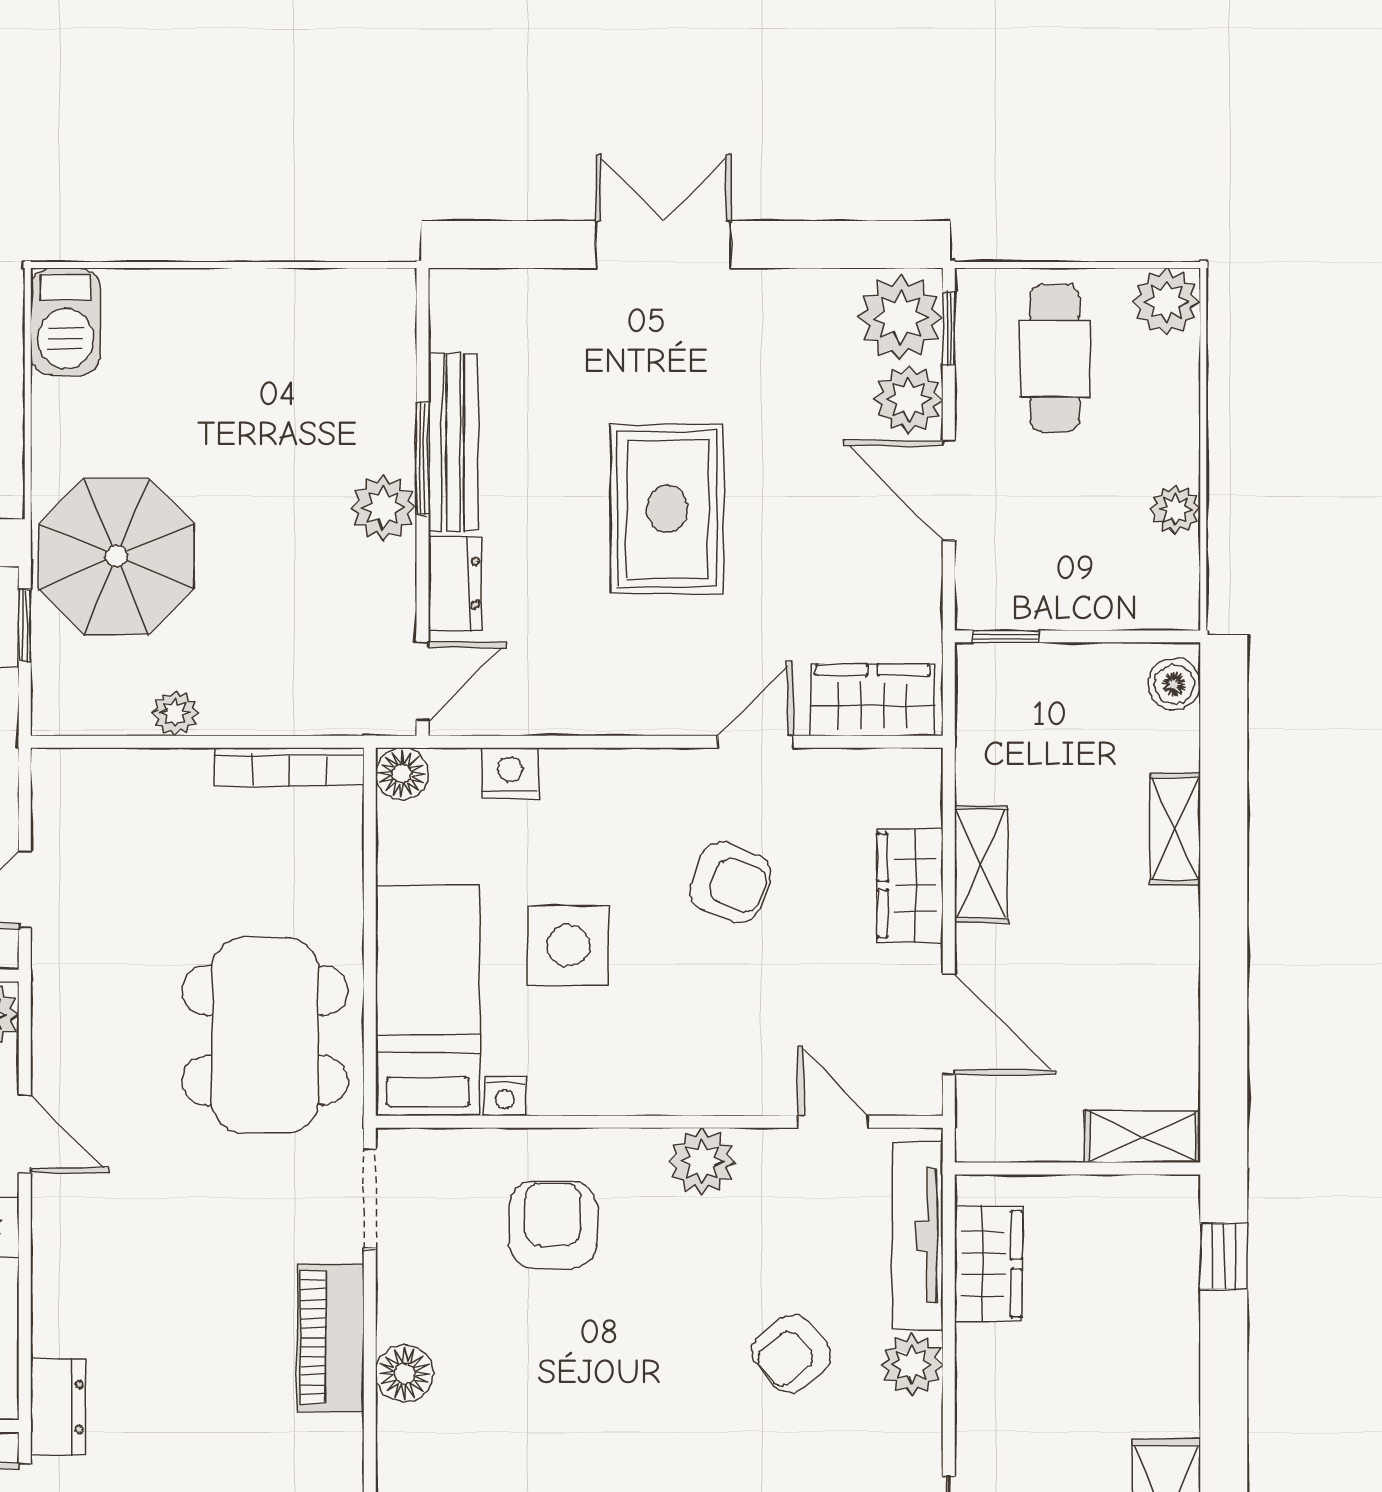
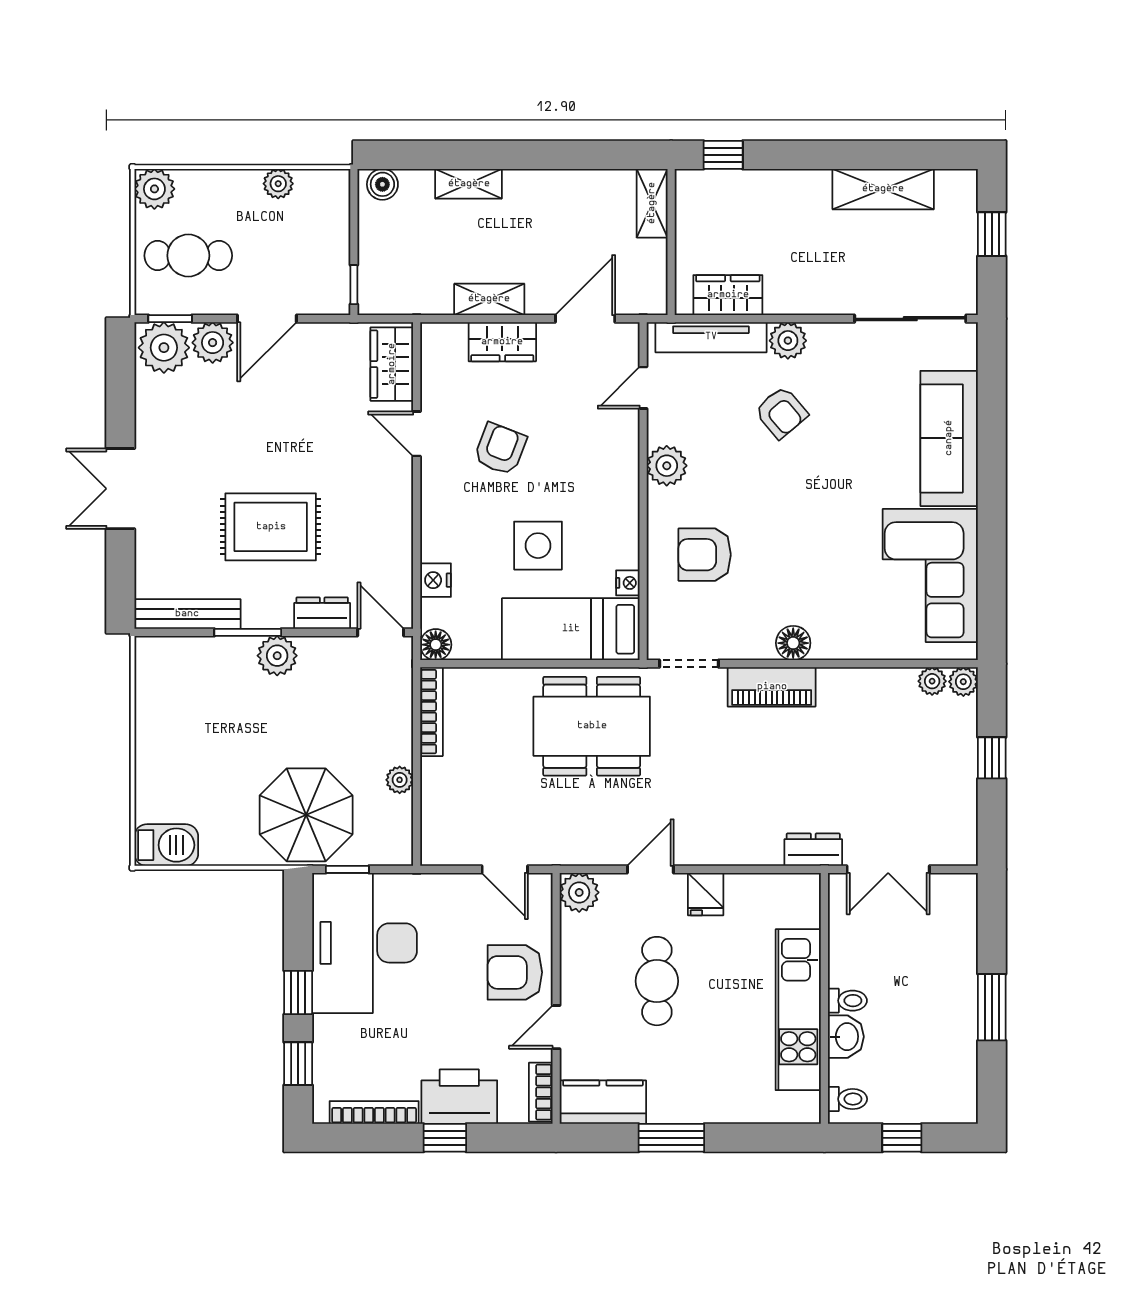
bench: (453, 442) -> (187, 614), moved
rug: (667, 509) -> (271, 527), moved

